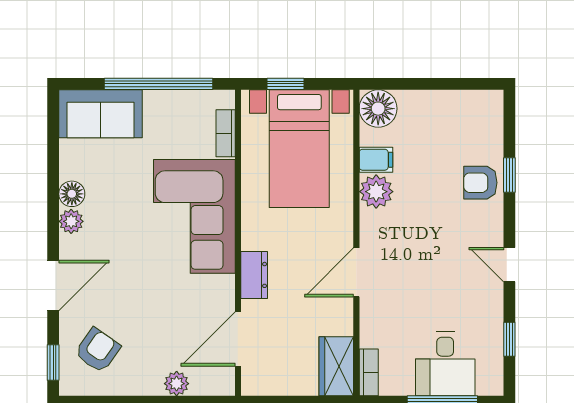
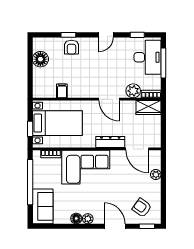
floor lamp: (378, 109) -> (40, 59), moved
plant: (376, 192) -> (133, 91), moved
dresser: (254, 275) -> (110, 142), width x1.44
desk: (445, 364) -> (148, 57), width x1.37

